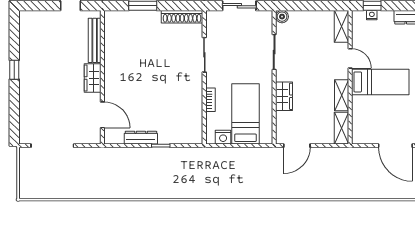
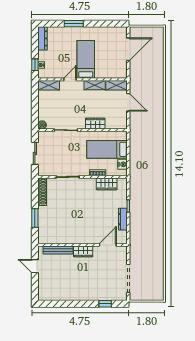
window: (14, 70) -> (105, 304), moved
wardrobe: (194, 113) -> (107, 184), added
door: (297, 146) -> (128, 102), moved

